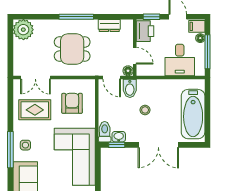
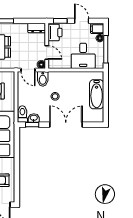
dresser: (109, 26) -> (37, 28), moved
bathtub: (193, 114) -> (97, 94), width x0.73, depth x0.73
double door: (158, 145) -> (66, 125), swing flipped

